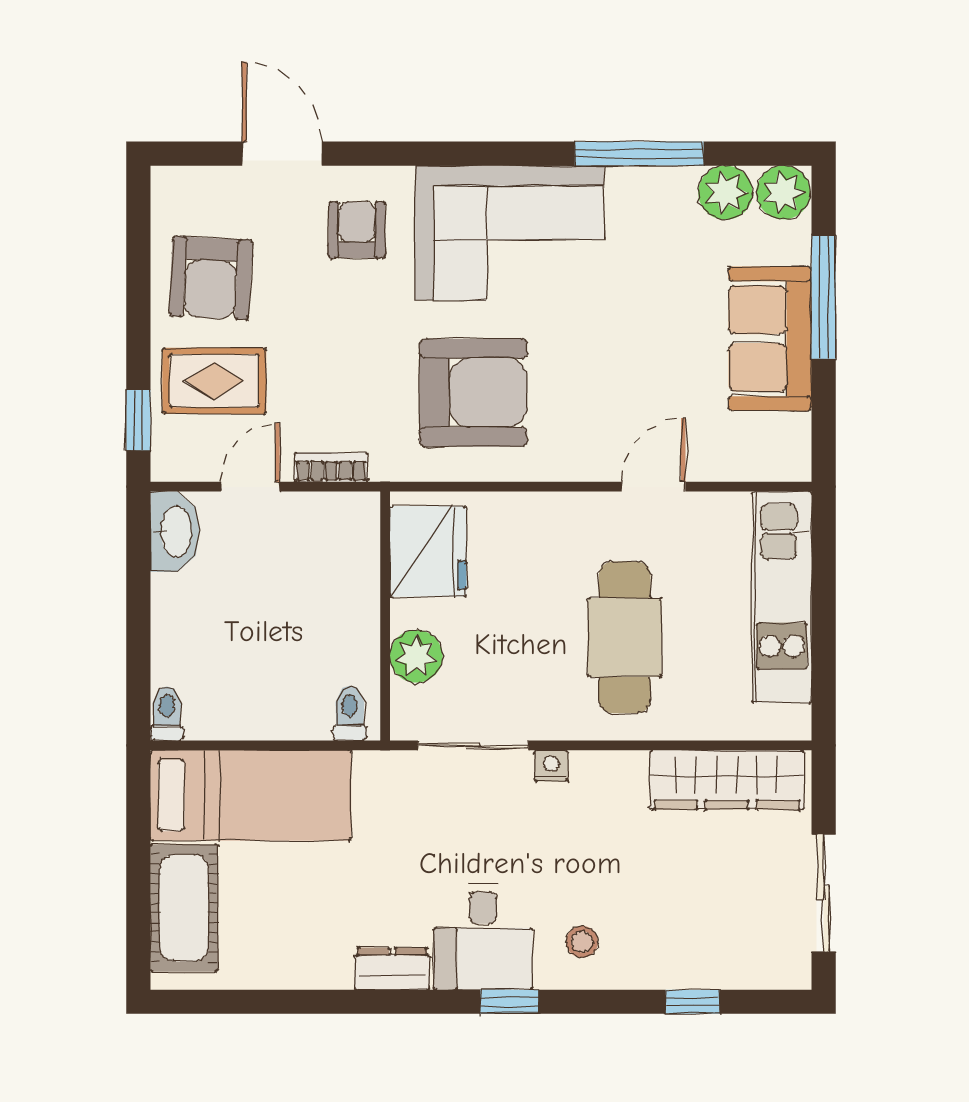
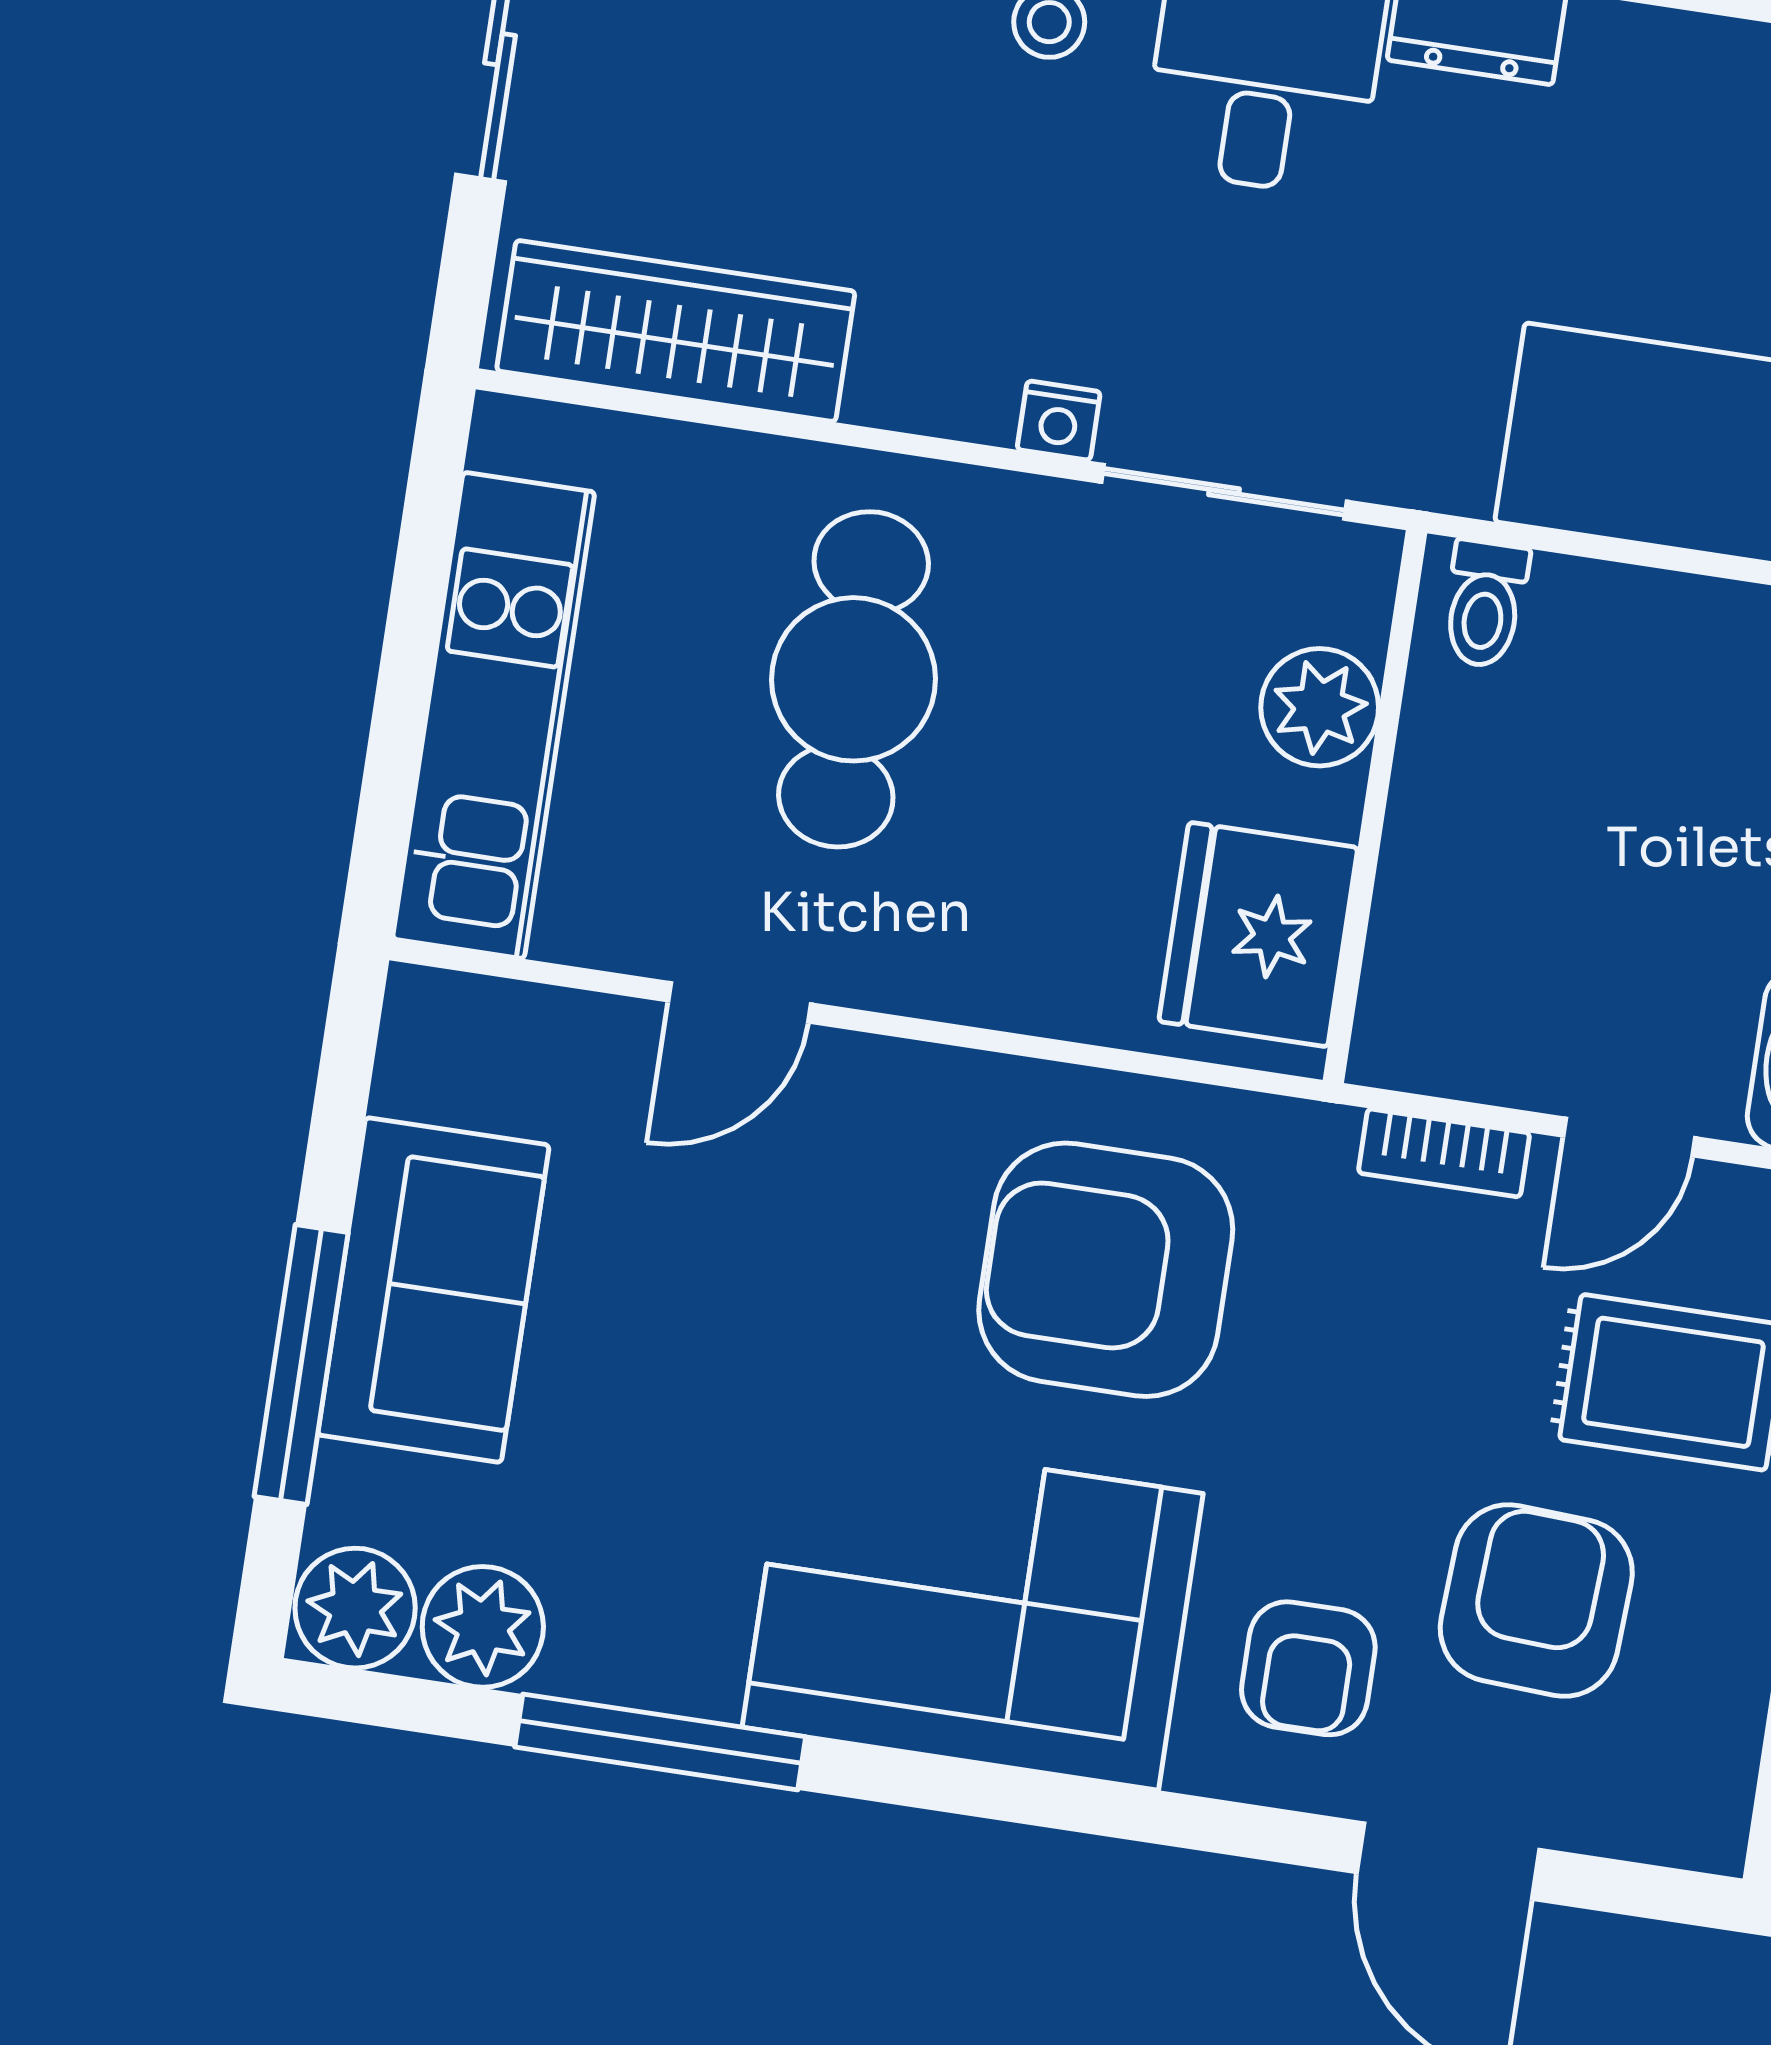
armchair: (211, 278) -> (1536, 1600), moved

